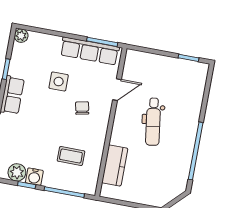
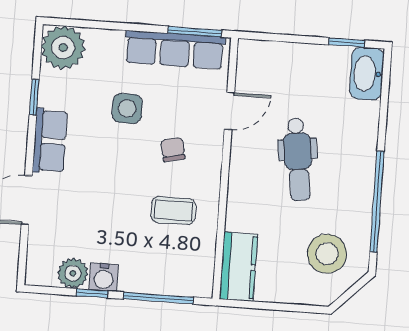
plant: (21, 36) -> (63, 48), width x1.88, depth x1.88
washbasin: (198, 77) -> (367, 74), added
coffee table: (71, 156) -> (173, 211), moved
kitchen counter: (115, 165) -> (238, 267), moved
stool: (164, 177) -> (327, 254), added

